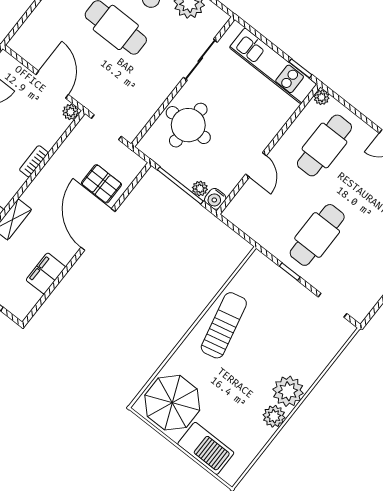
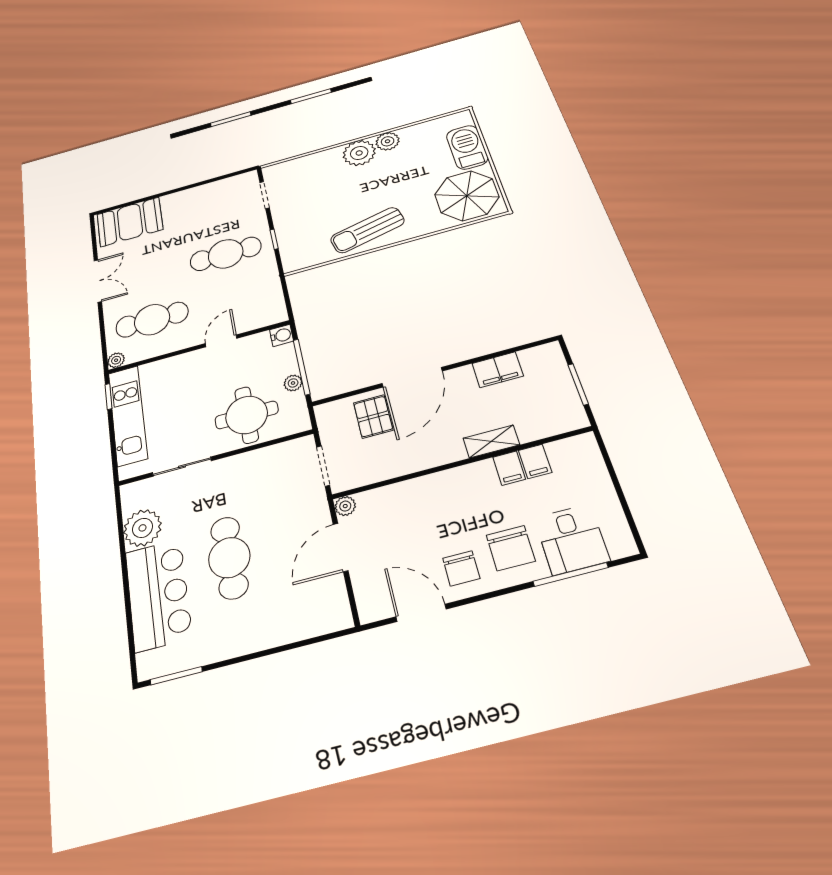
bookcase: (34, 161) -> (423, 483), removed
plant: (200, 188) -> (293, 383), moved

